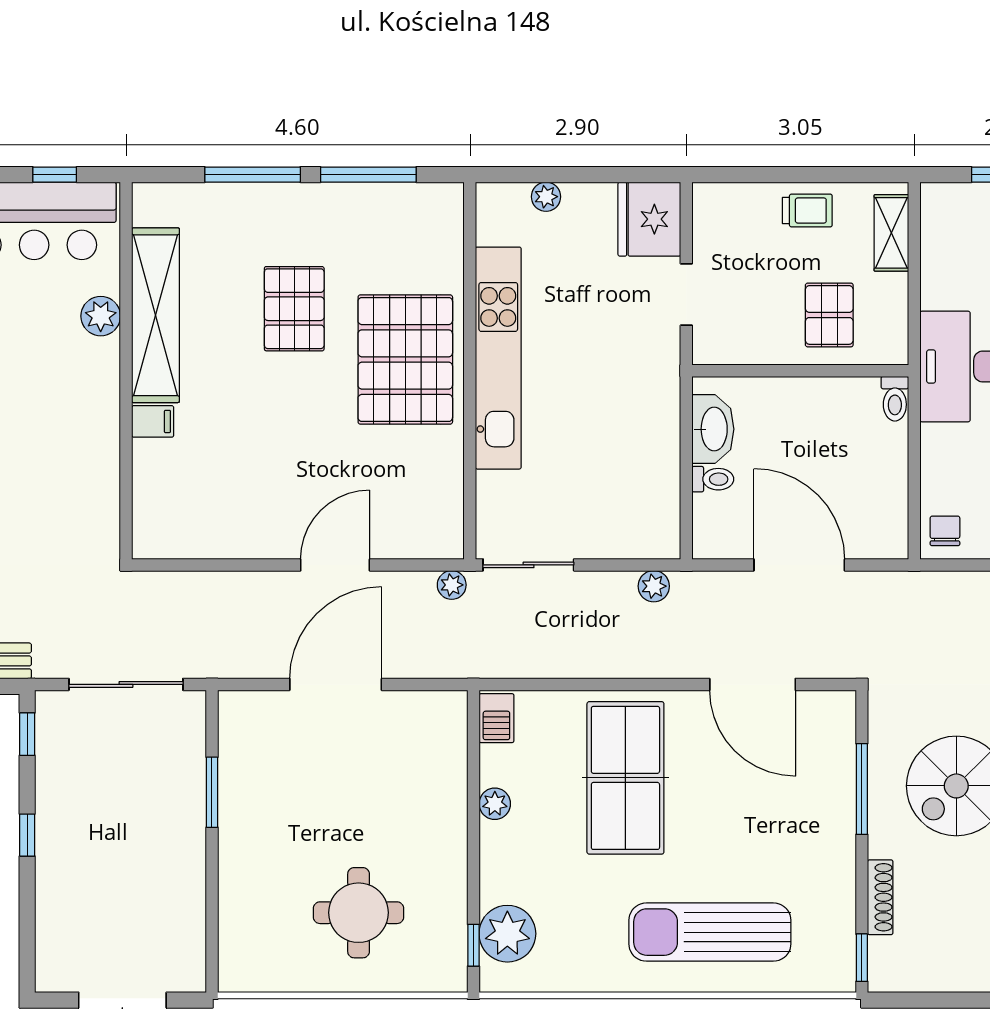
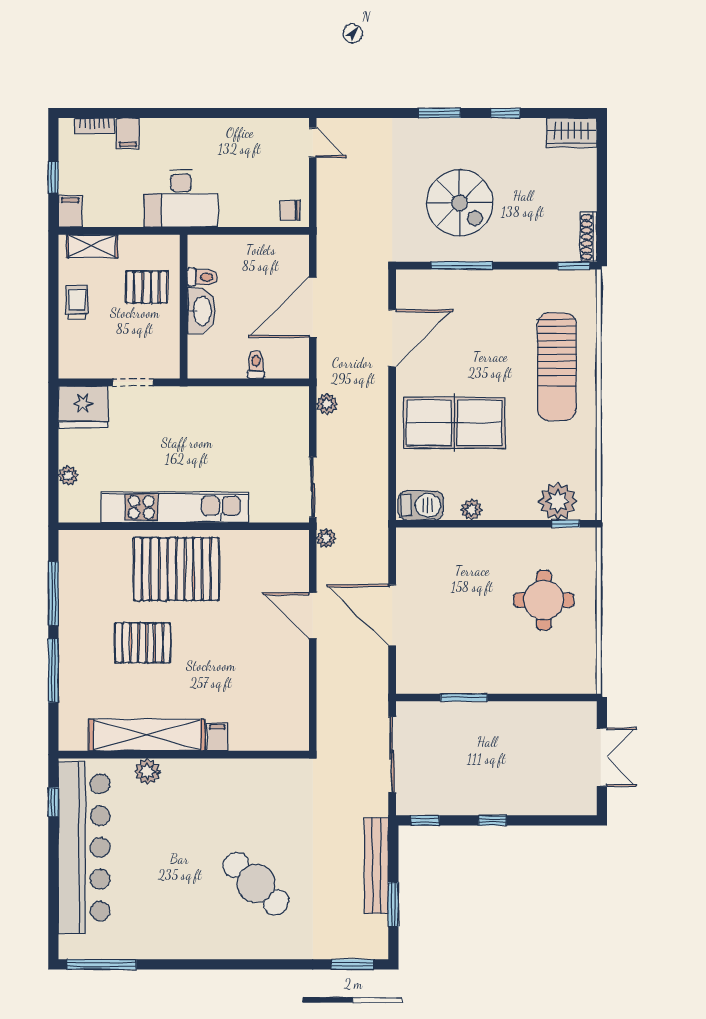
filing cabinet: (944, 200) -> (70, 211), added
toilet: (895, 399) -> (202, 277), moved
washbasin: (713, 429) -> (201, 311), moved, turned 90
barbecue: (496, 718) -> (421, 505), width x1.38, depth x1.27
shoe rack: (880, 897) -> (588, 237), moved, turned -90

